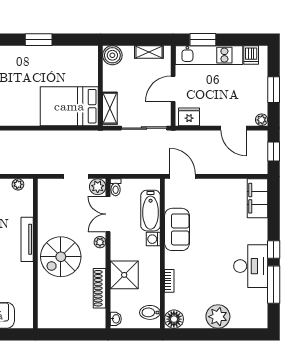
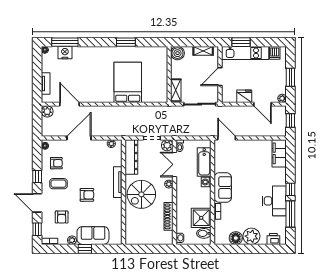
bed: (69, 106) -> (128, 82), moved, turned 90
fridge: (189, 117) -> (244, 96), moved
dresser: (47, 203) -> (131, 157), added
sofa: (177, 229) -> (223, 188), moved
shower: (124, 275) -> (201, 218), moved
floor lamp: (174, 319) -> (236, 238), moved
printer: (249, 320) -> (273, 239), added

